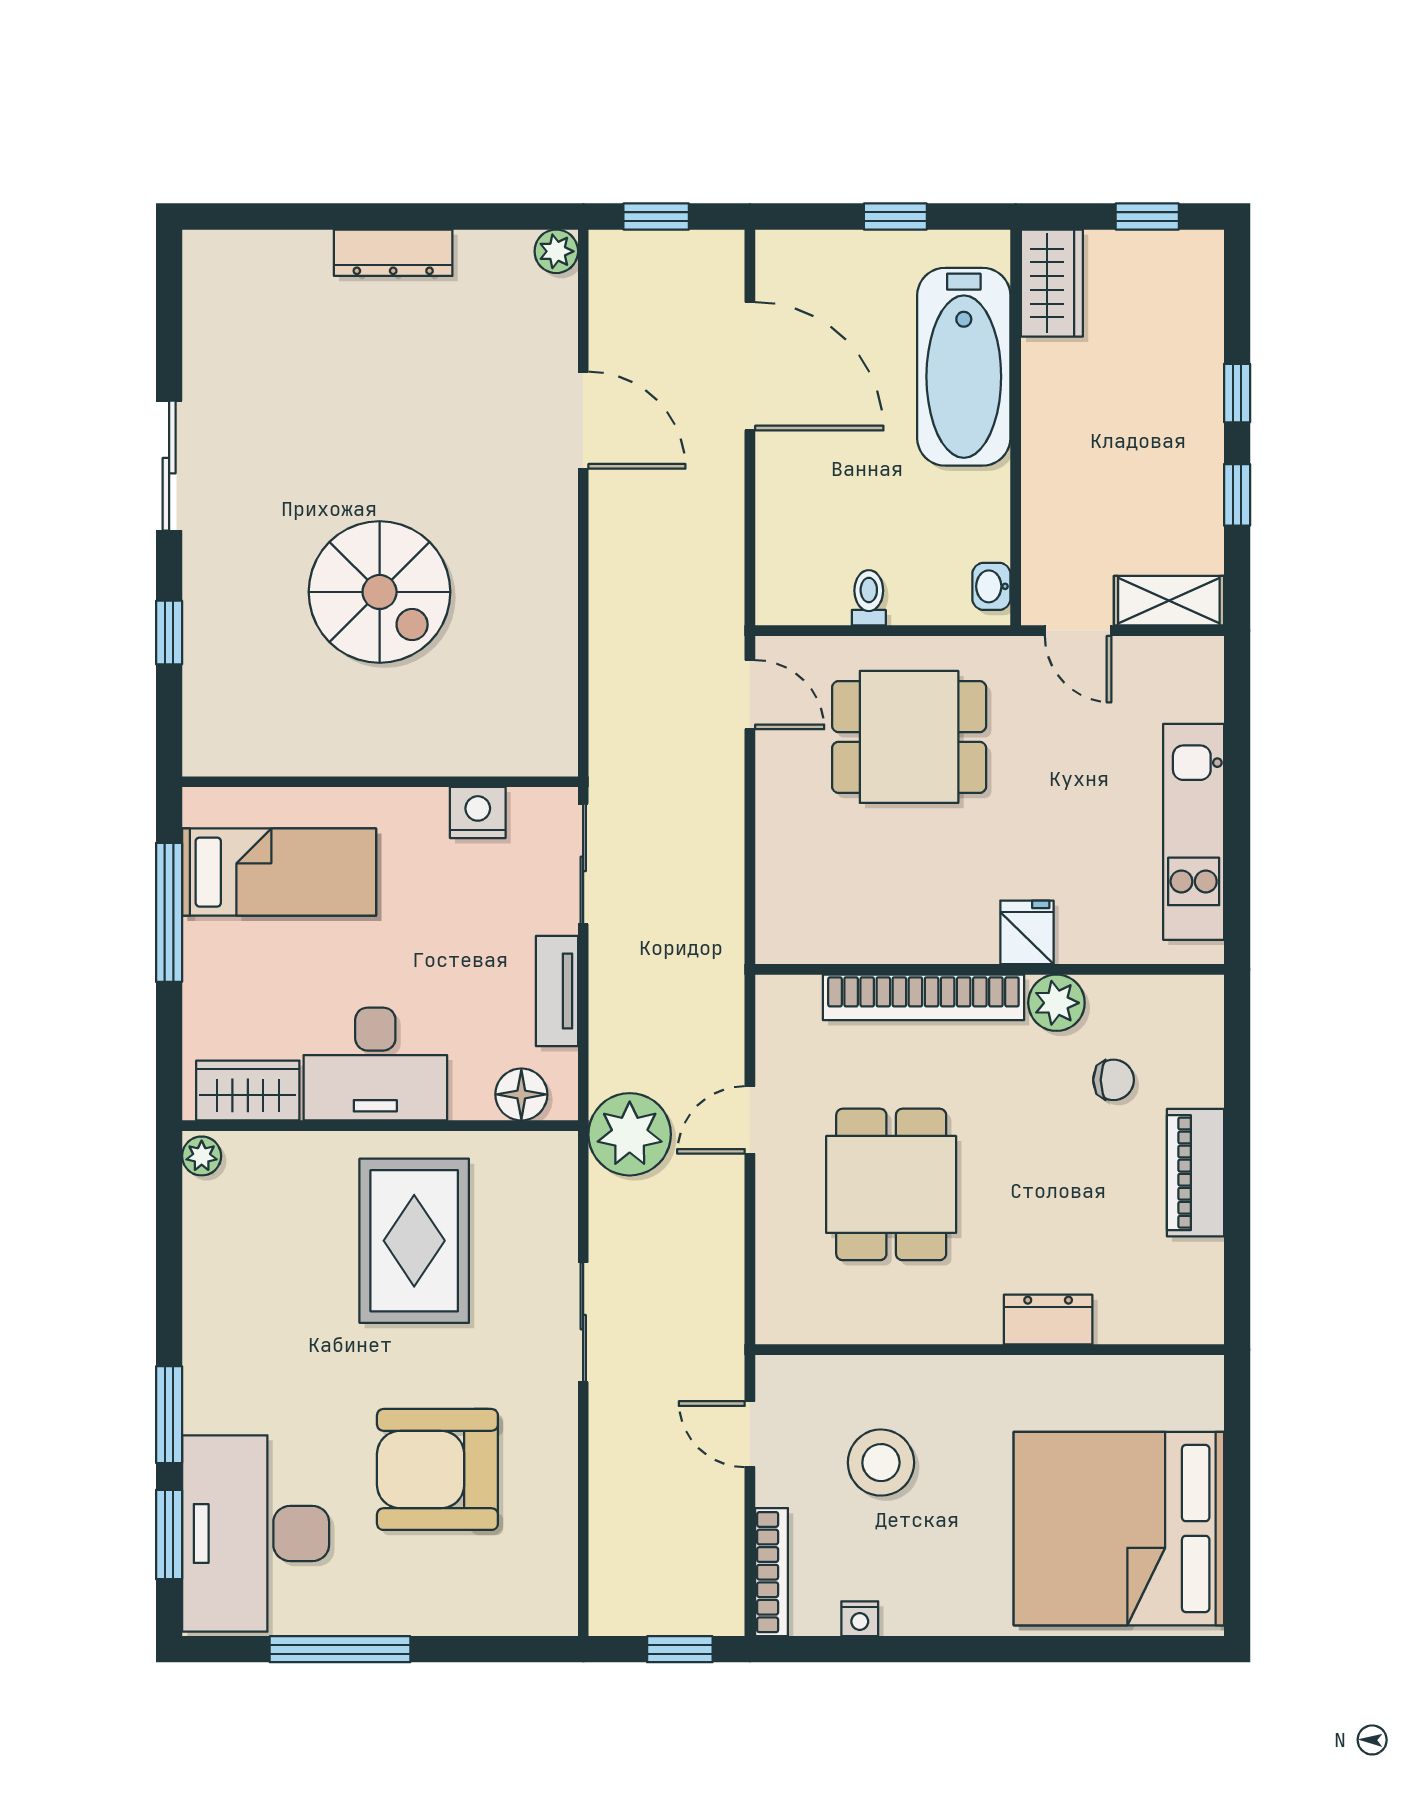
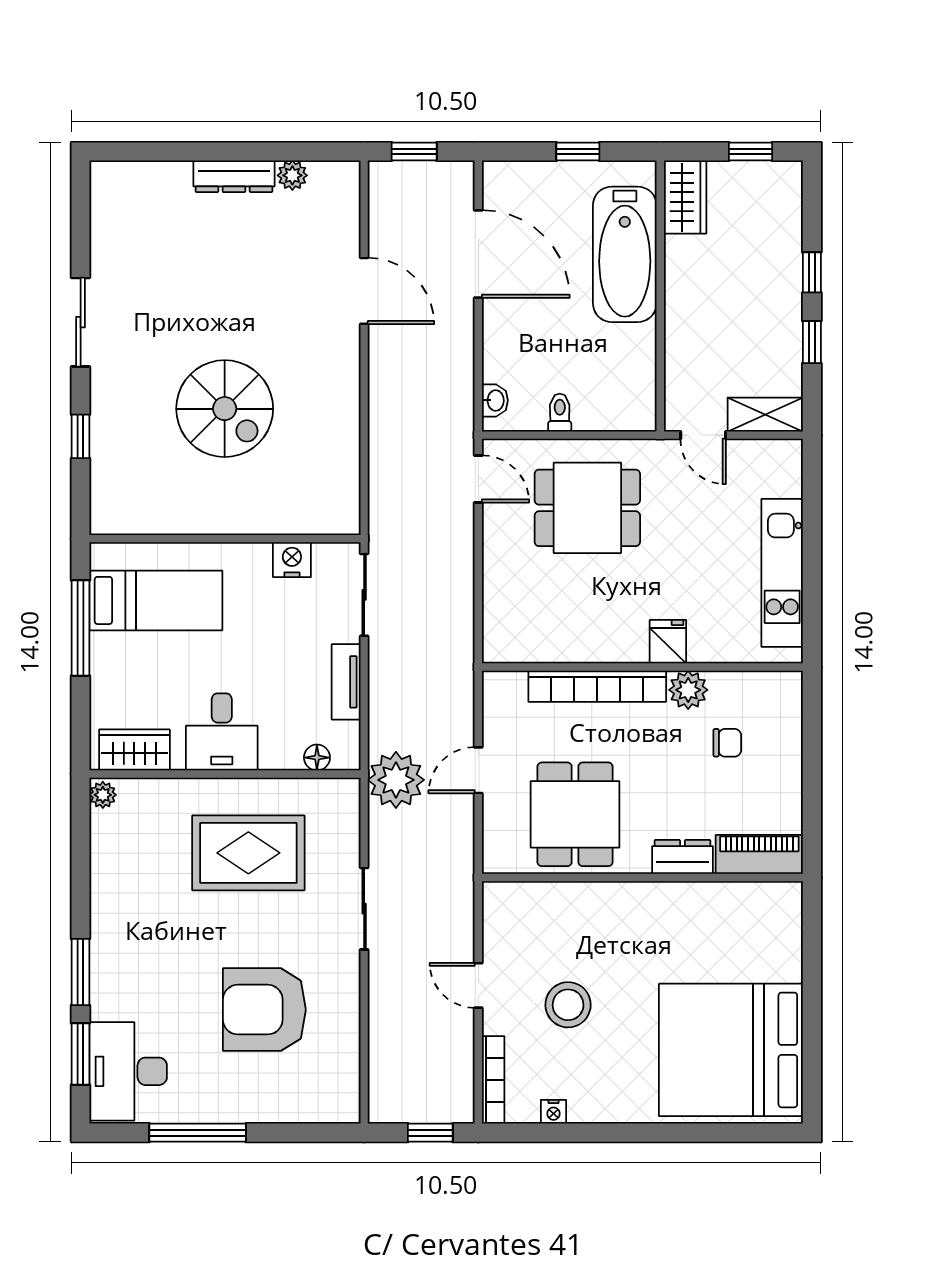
plant: (556, 251) -> (292, 175), moved
washbasin: (991, 586) -> (495, 400), moved, turned 180
desk: (375, 1064) -> (222, 732), width x0.73
floor lamp: (521, 1094) -> (317, 758), width x0.73, depth x0.73
piano: (1196, 1173) -> (759, 854), moved, turned 90
rug: (414, 1241) -> (248, 853), turned 90
dresser: (1048, 1320) -> (682, 857), moved
wall: (990, 1350) -> (642, 878), moved
desk: (256, 1533) -> (128, 1071), width x0.73, depth x0.77

